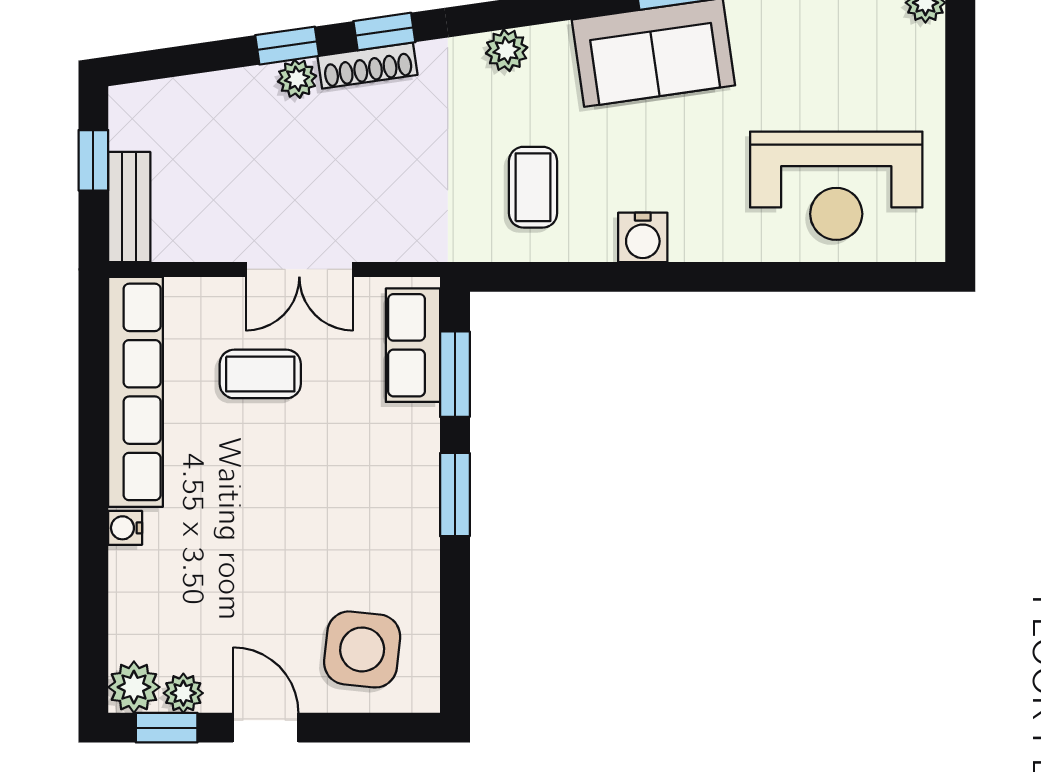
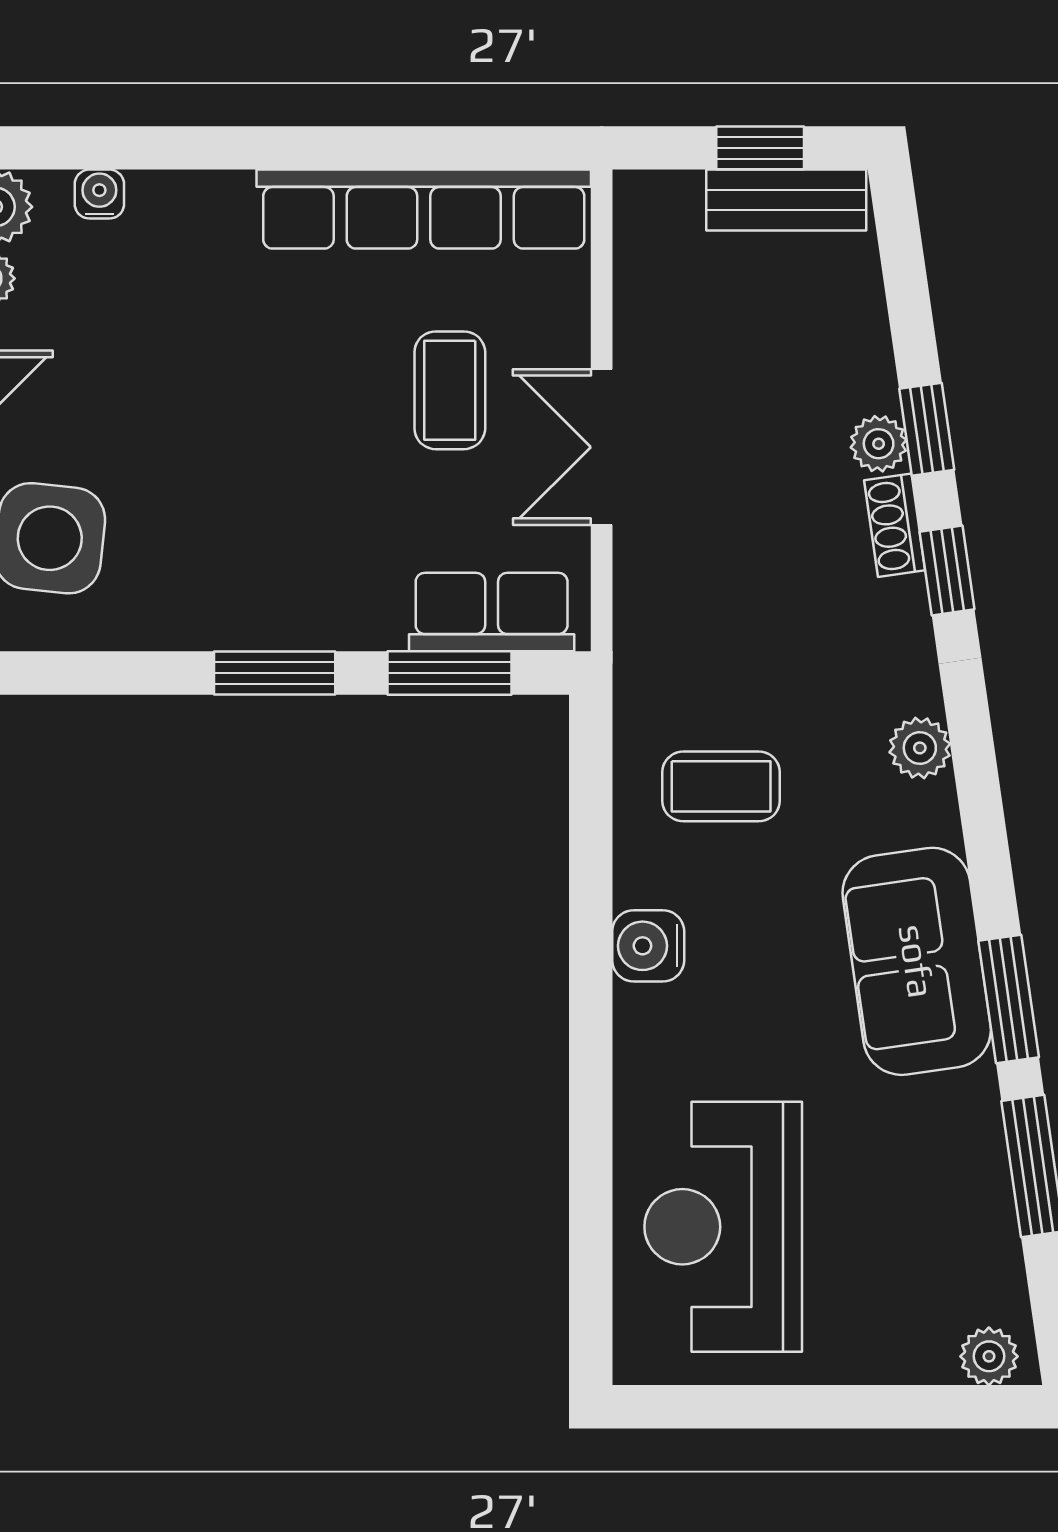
shoe rack: (368, 66) -> (895, 525), width x0.70
bench: (129, 207) -> (786, 200), moved
water cooler: (125, 528) -> (99, 194), moved

